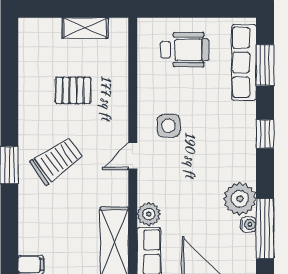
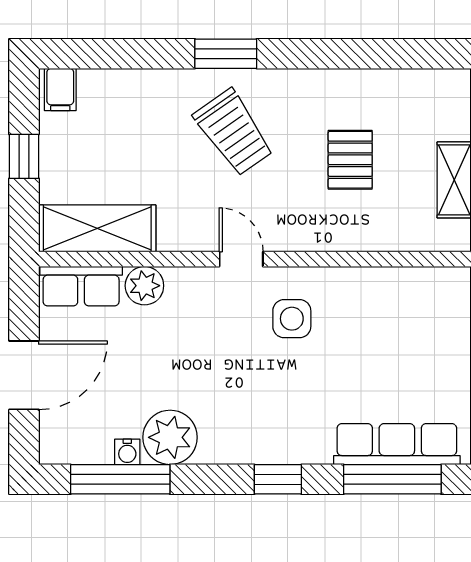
wheelchair: (185, 50) -> (418, 346), removed
window: (265, 65) -> (392, 479), width x1.44

